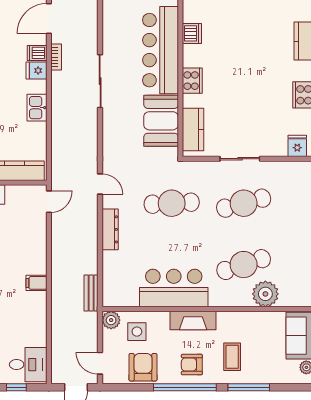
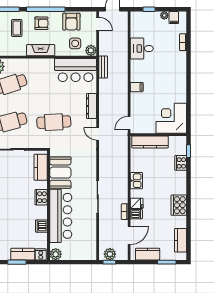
filing cabinet: (36, 283) -> (137, 87), moved
bar counter: (174, 288) -> (76, 70), moved
desk: (28, 365) -> (142, 49), moved

